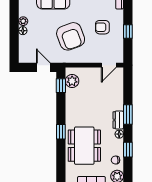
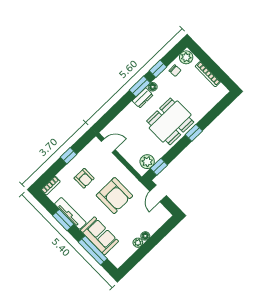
armchair: (71, 36) -> (114, 196), turned 110
window: (128, 115) -> (140, 86), moved
dining table: (84, 146) -> (170, 121), moved

